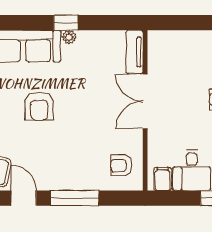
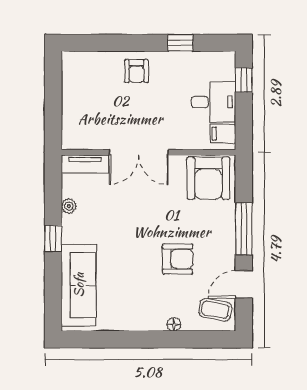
plant: (69, 37) -> (69, 206), moved
armchair: (39, 106) -> (178, 259), moved
armchair: (121, 165) -> (208, 178), width x1.88, depth x1.88

